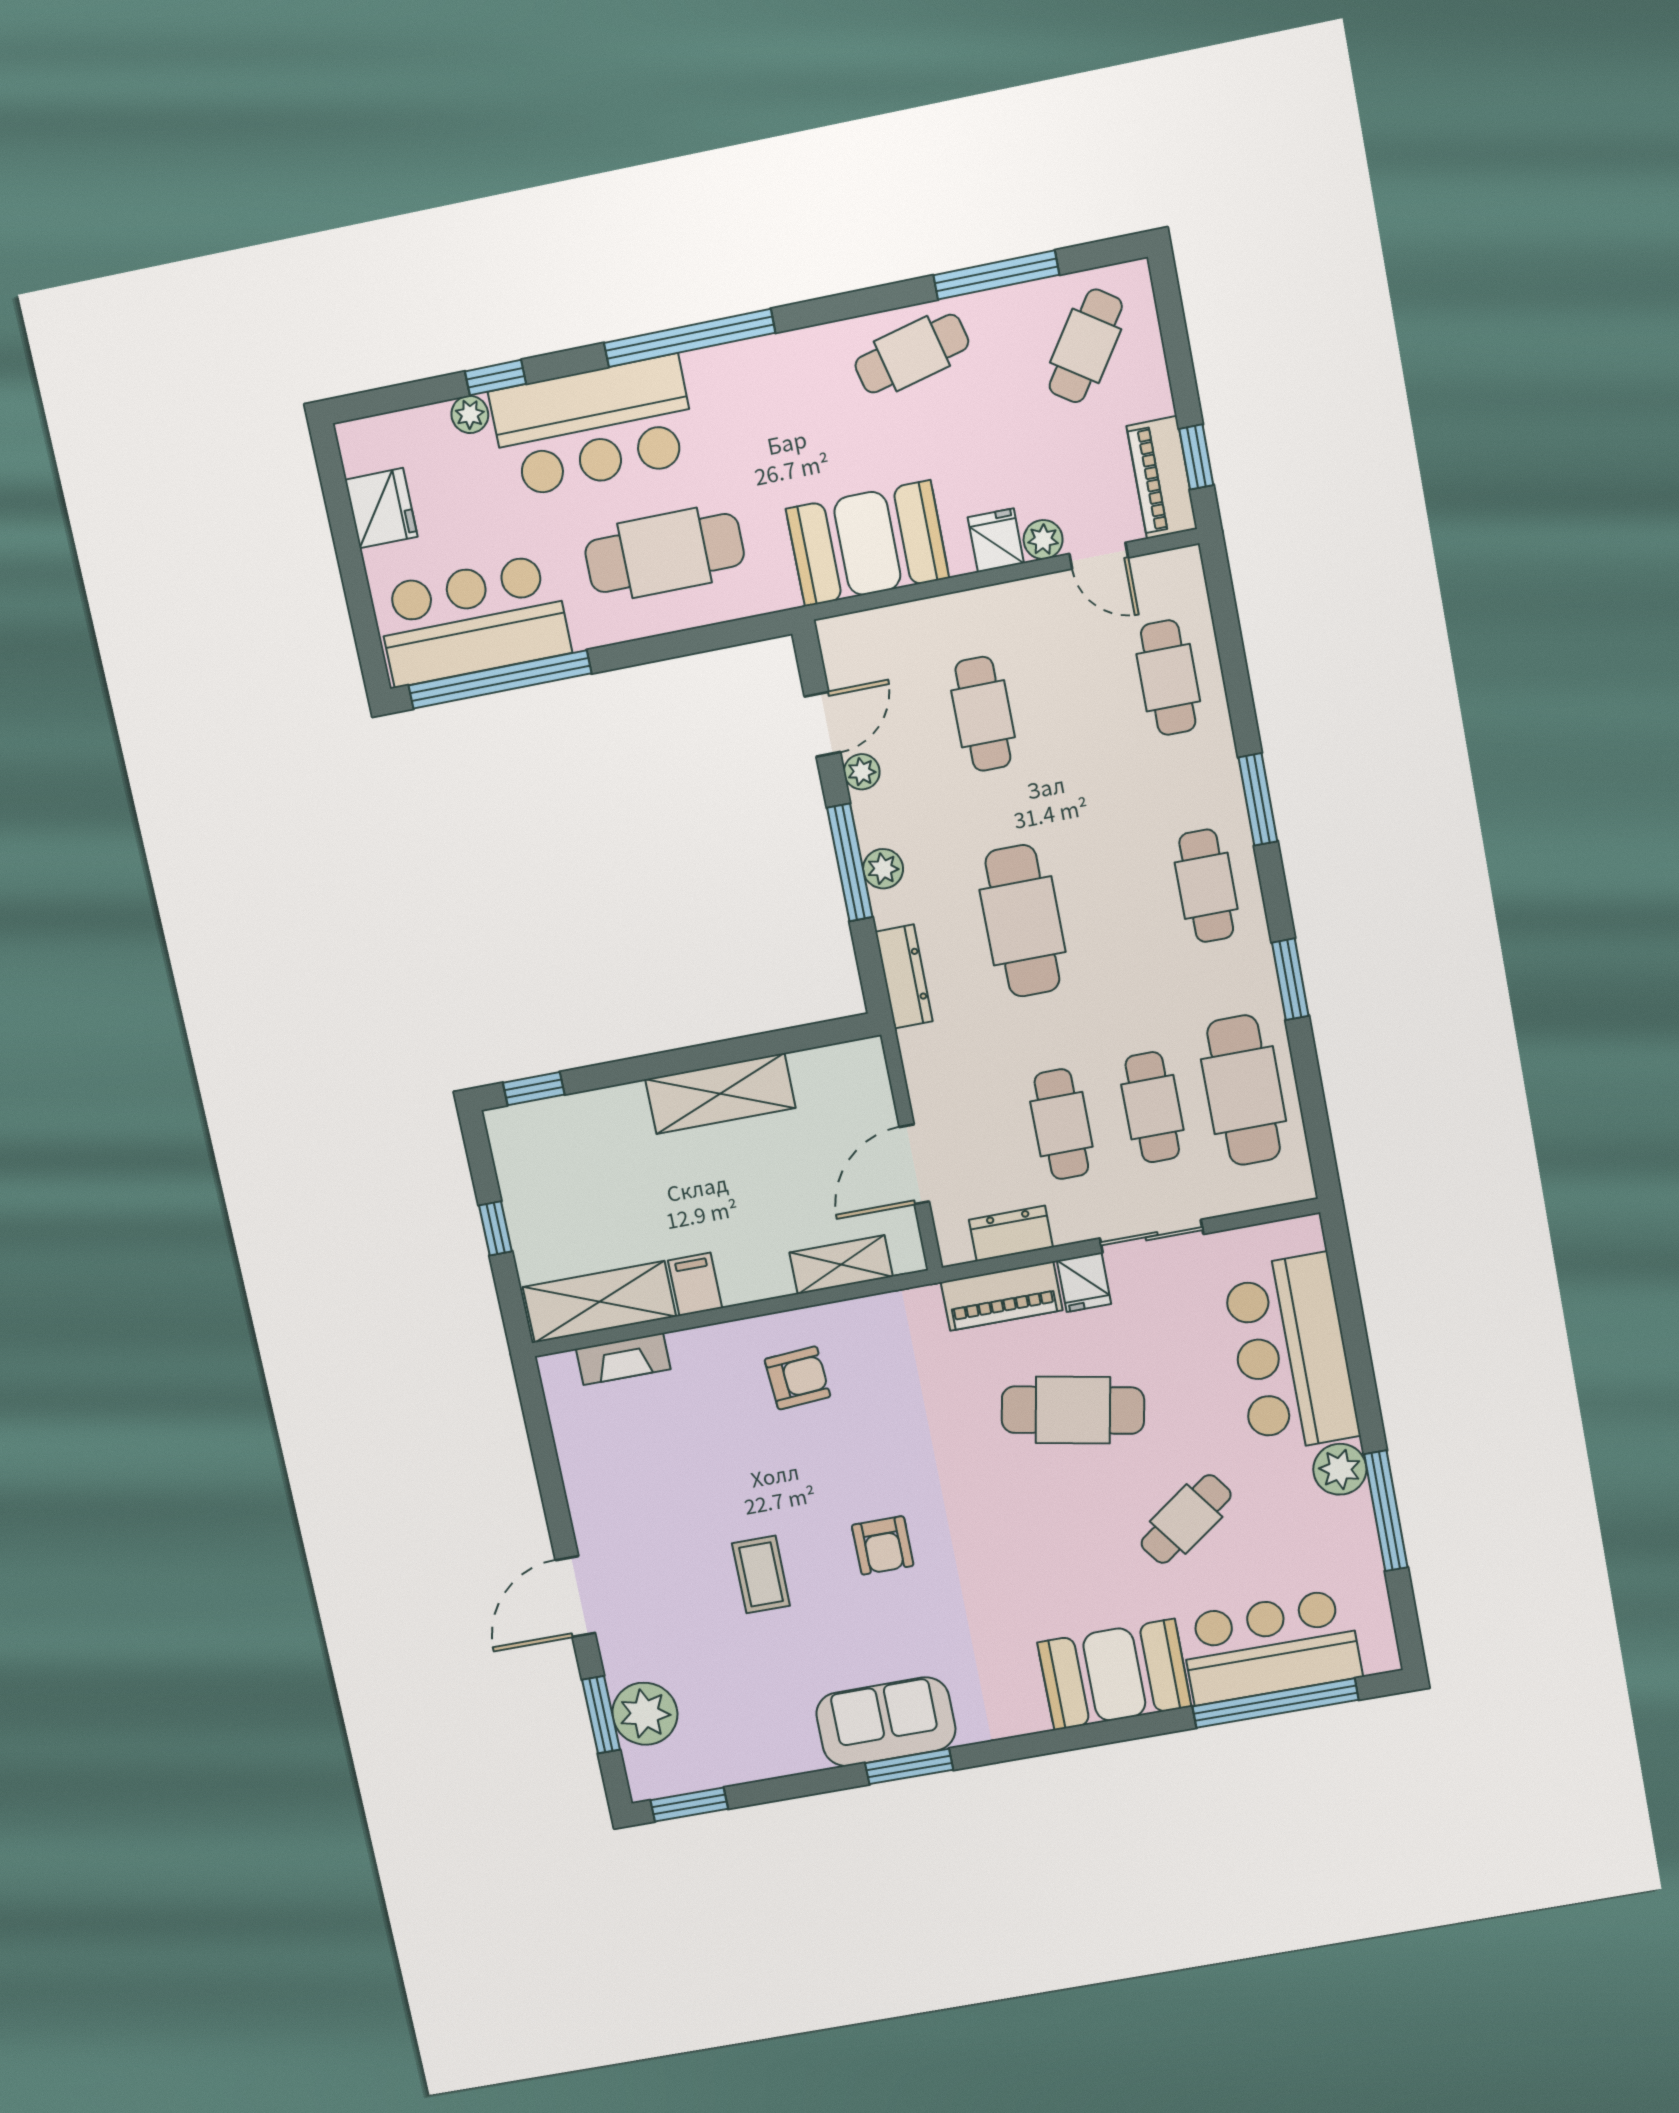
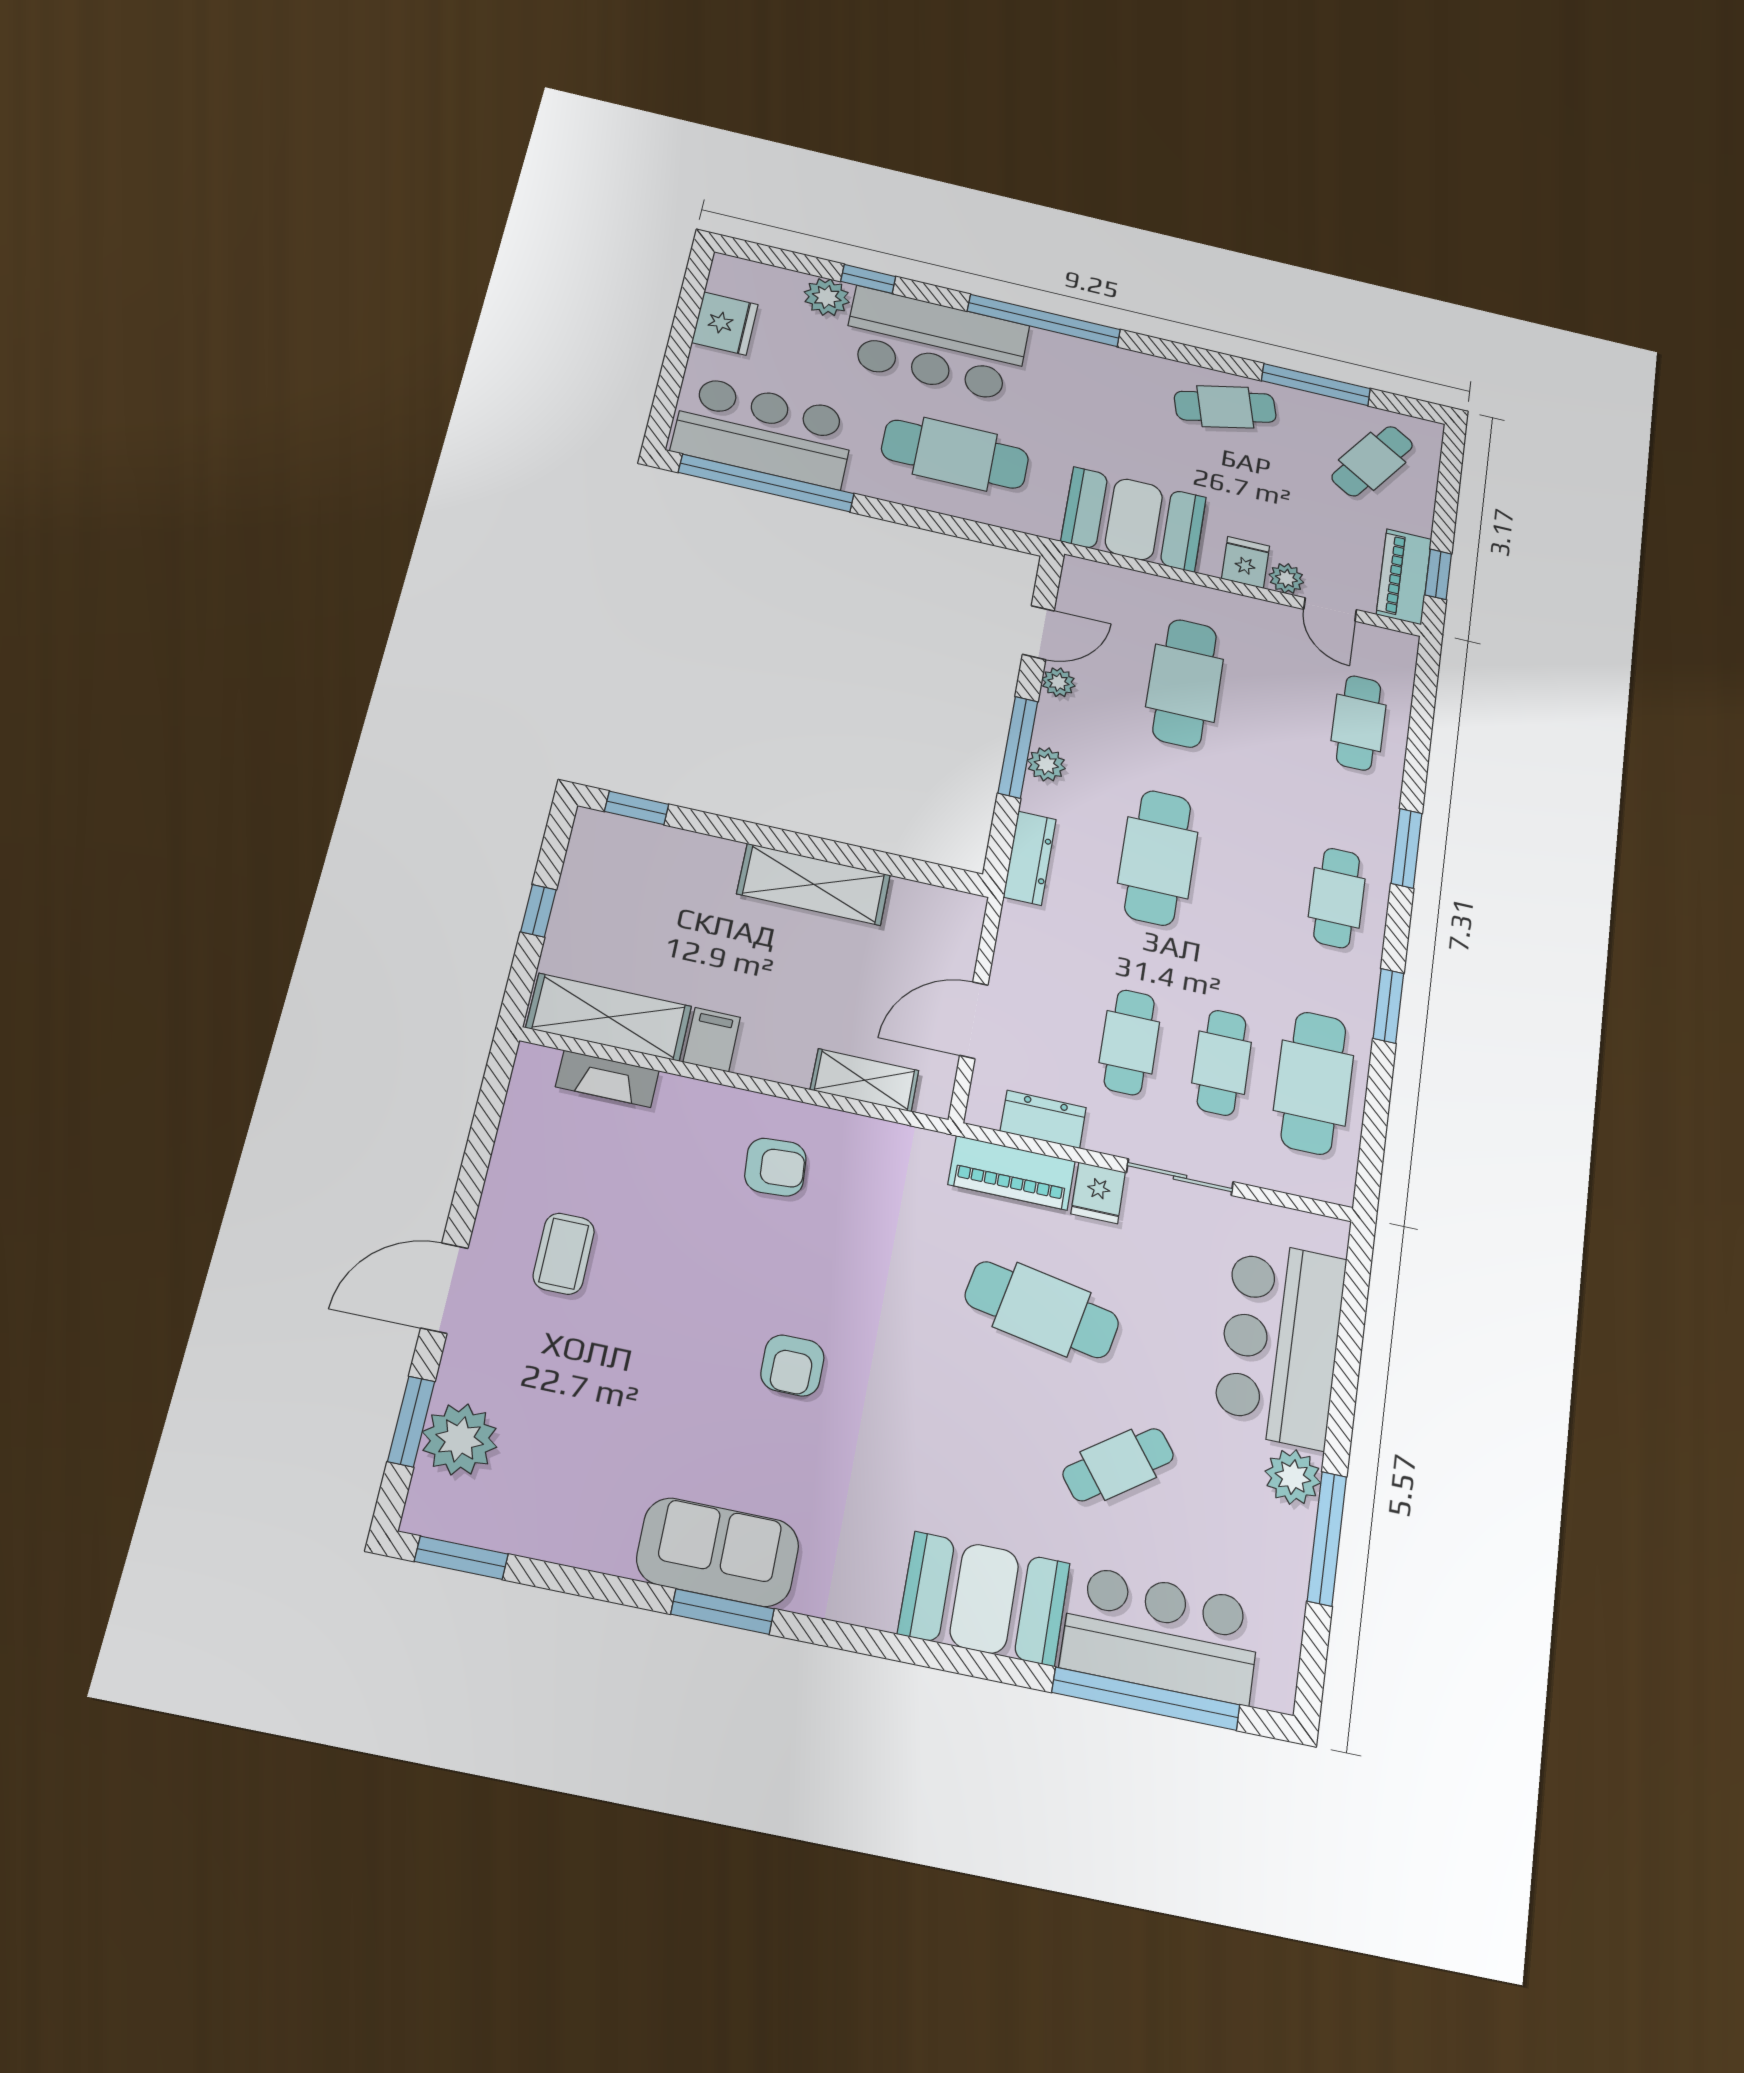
plant: (470, 414) -> (827, 297), width x1.38, depth x1.38
cafe table: (983, 714) -> (1185, 683), width x1.37, depth x1.35
coffee table: (761, 1574) -> (564, 1254), moved

